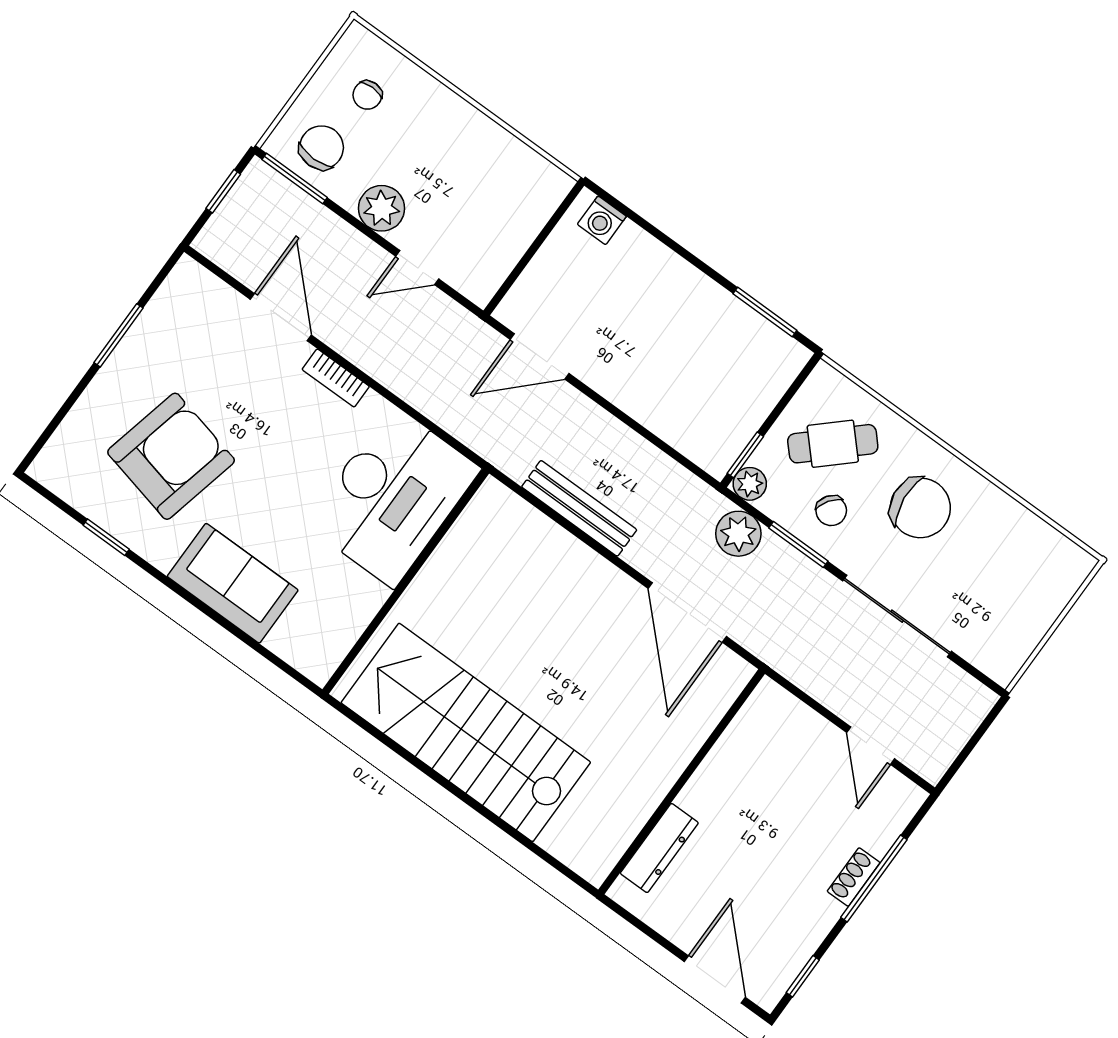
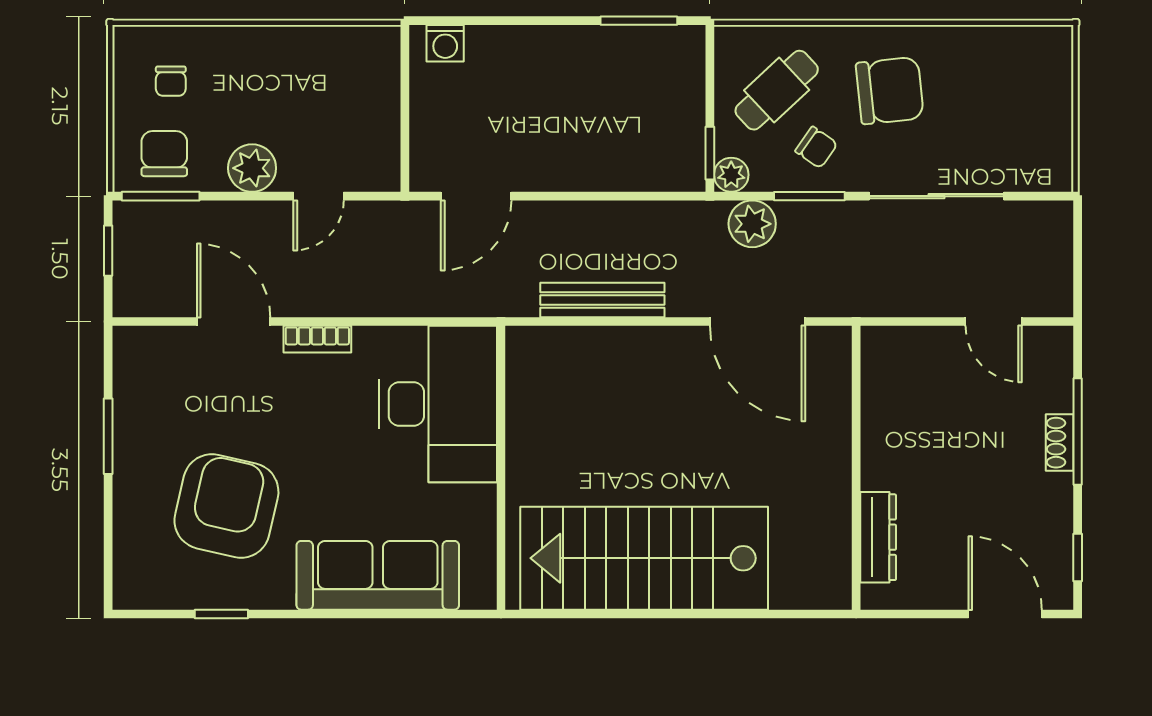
sofa: (233, 583) -> (378, 575), width x1.36

